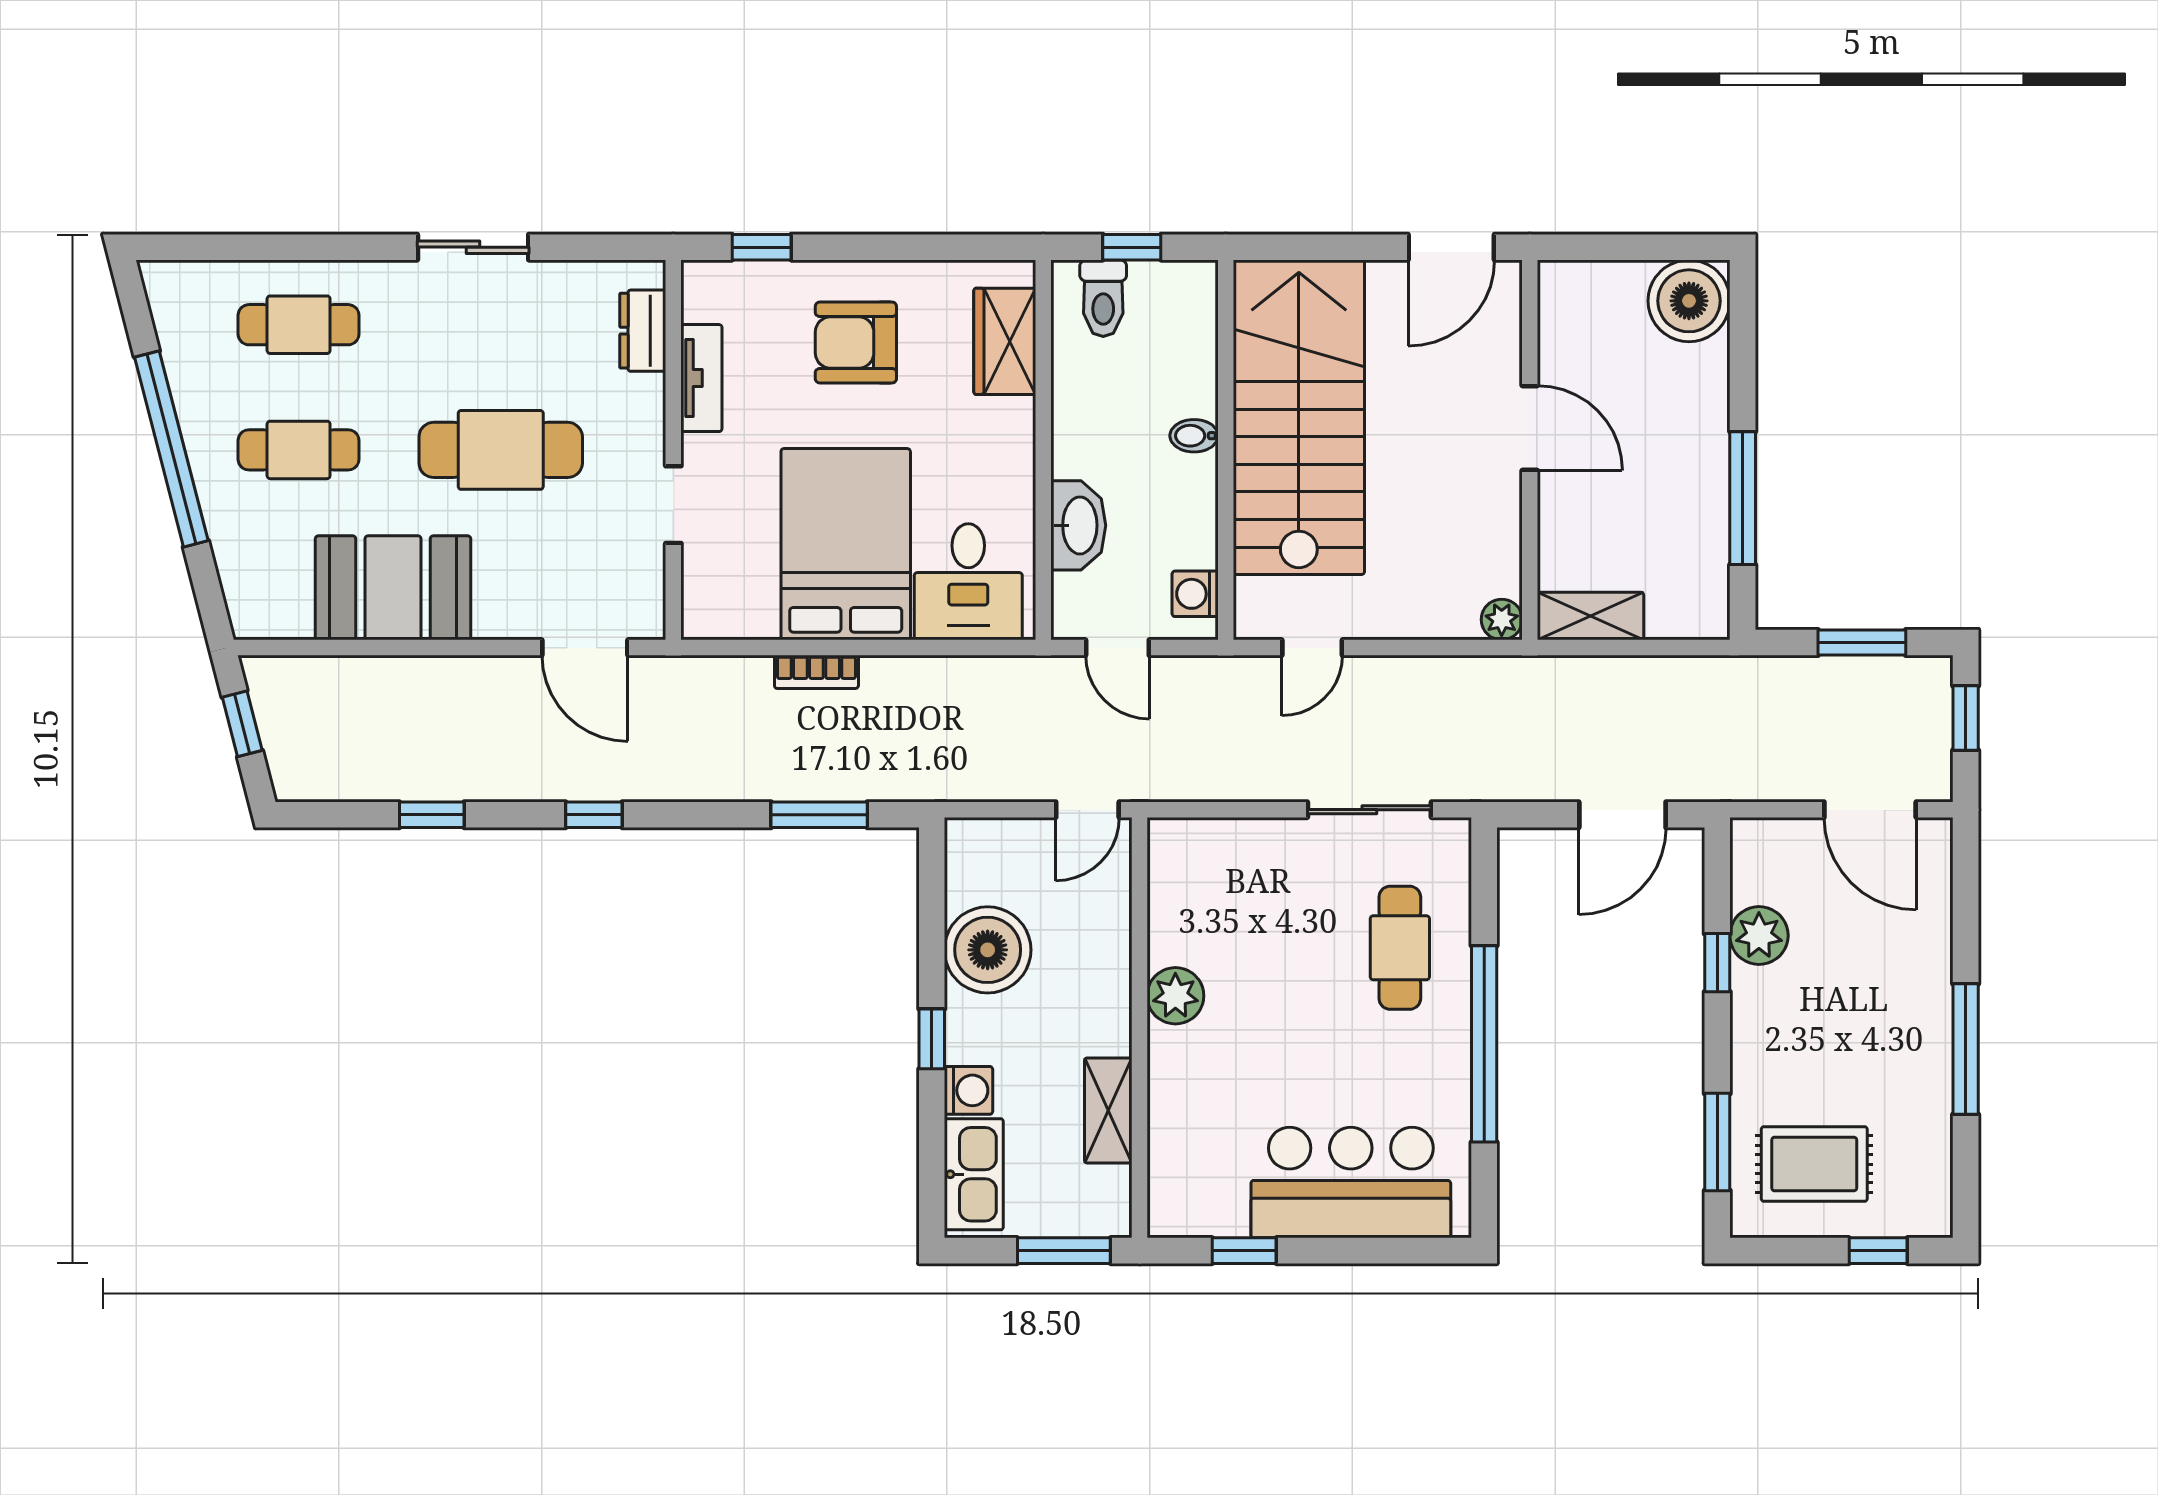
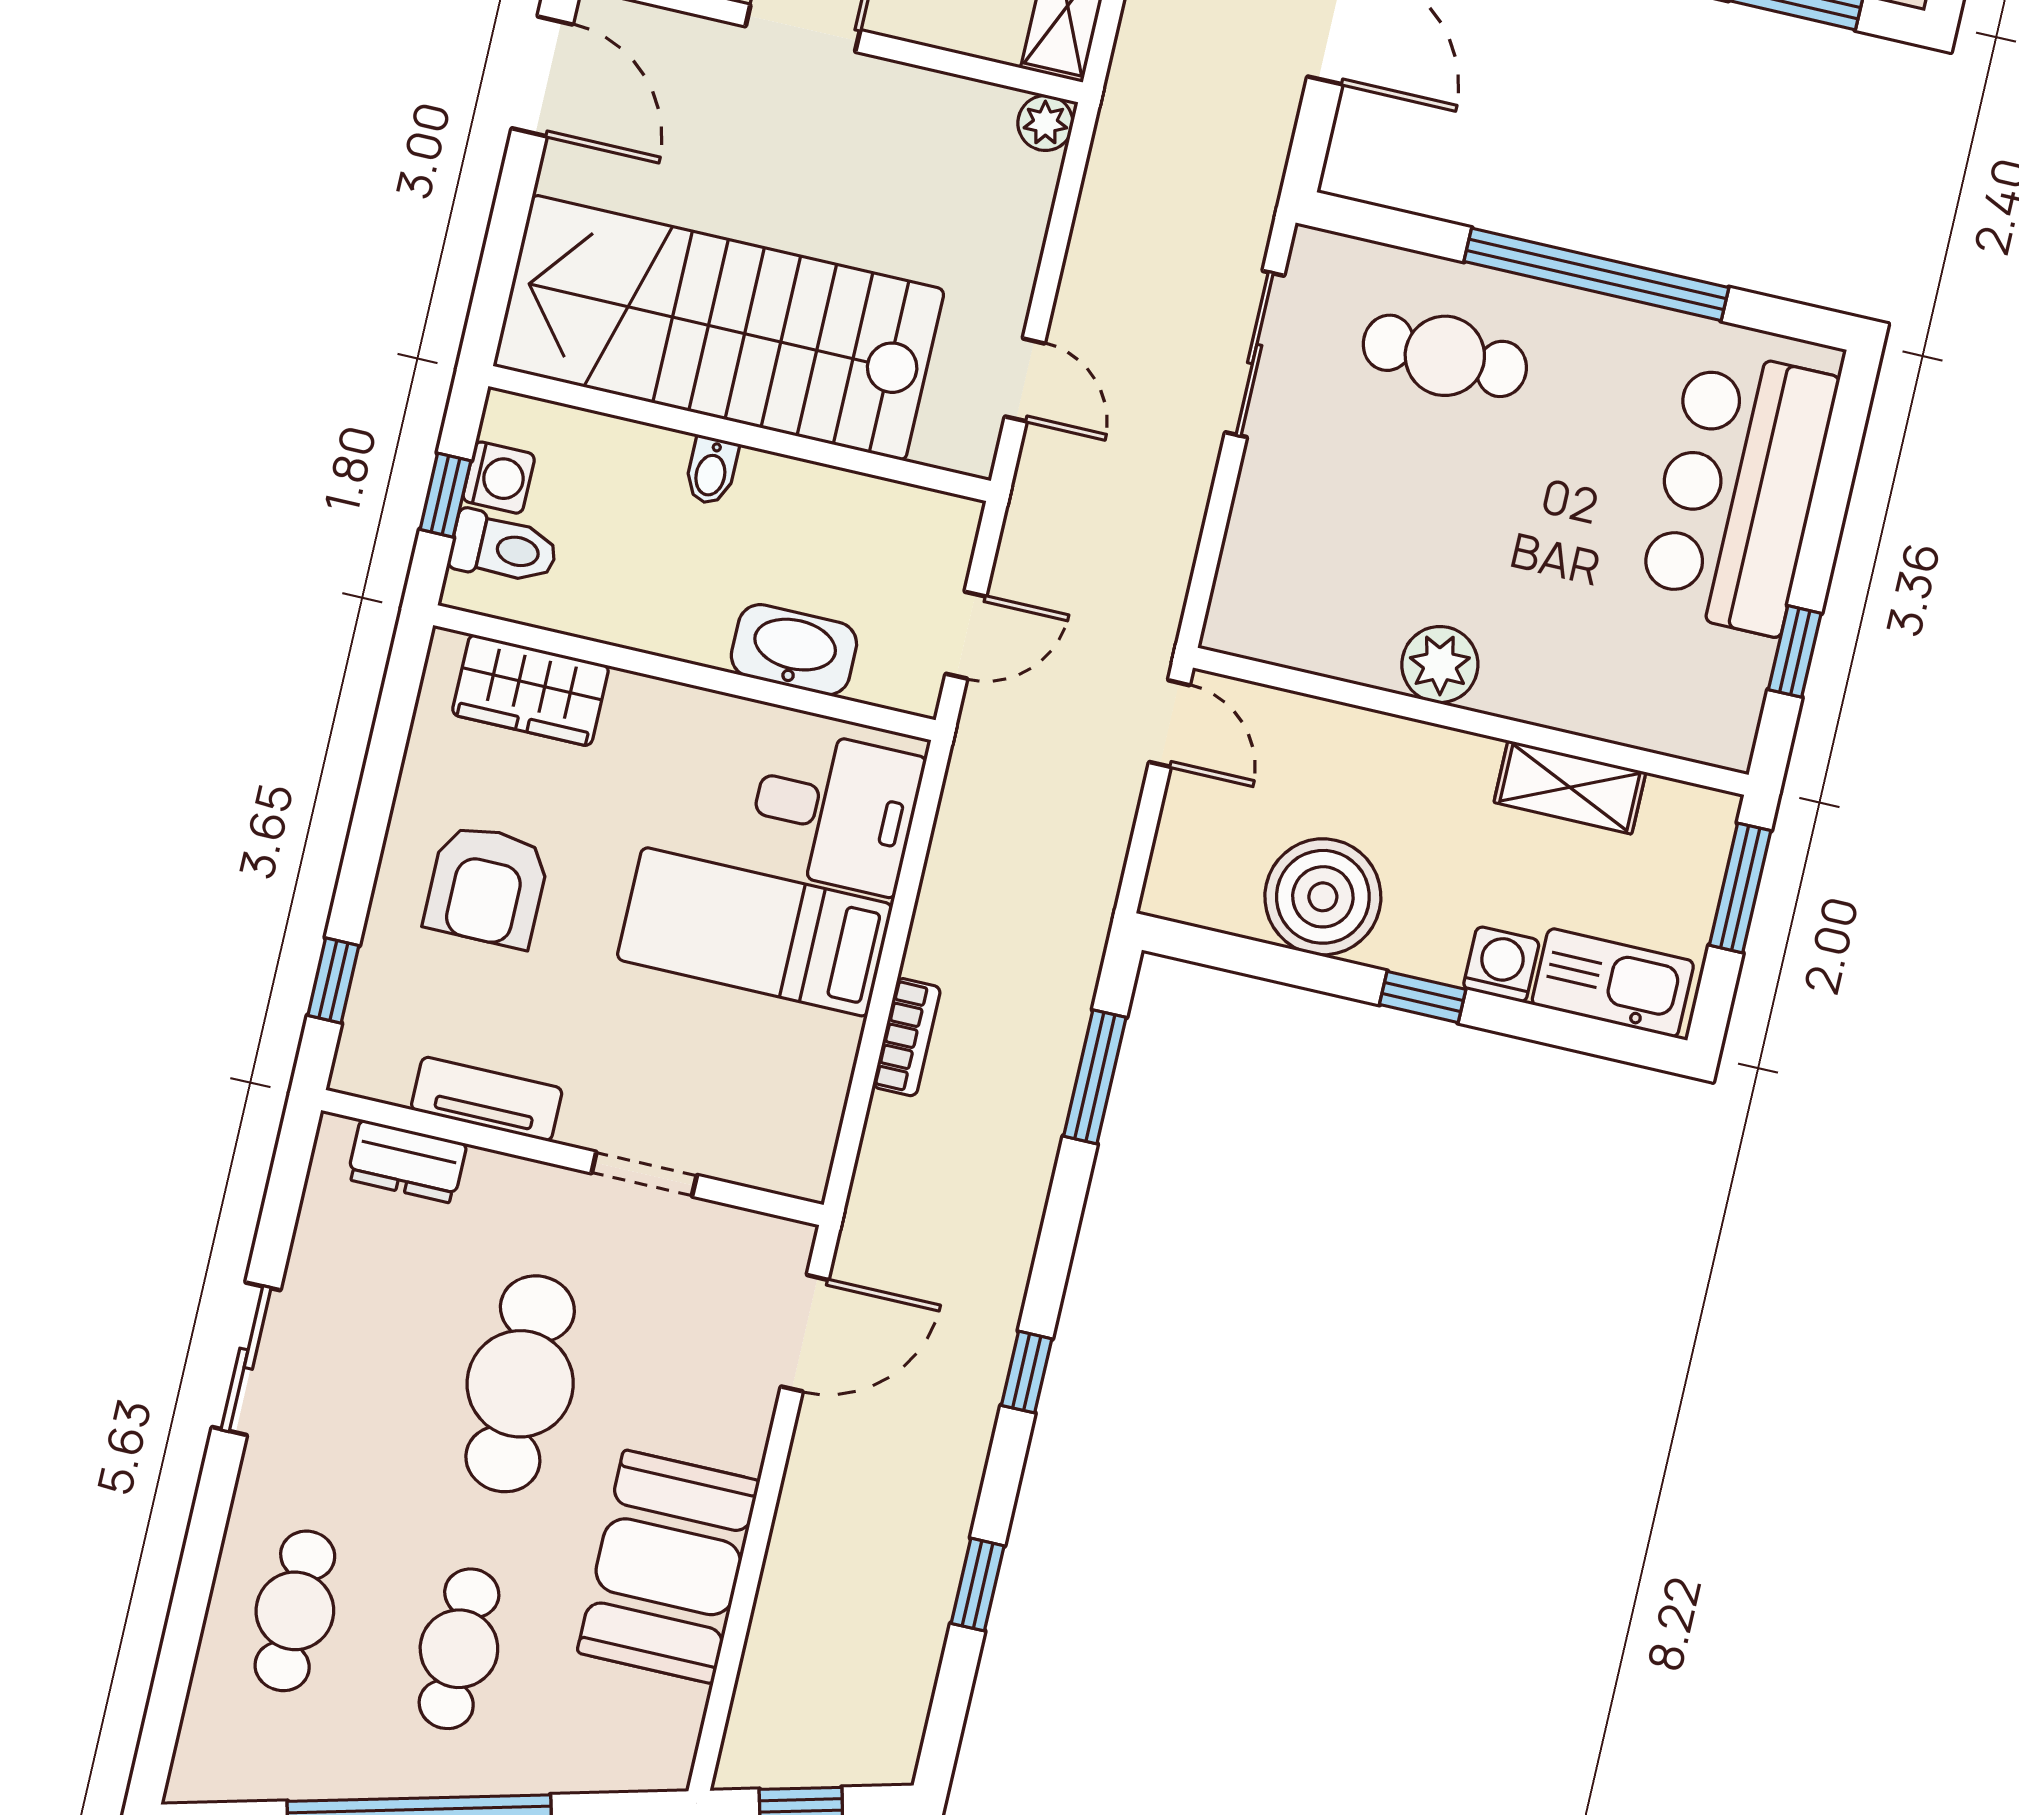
bed: (846, 544) -> (755, 932), width x0.67
washing machine: (1195, 594) -> (499, 478), moved, turned -90

